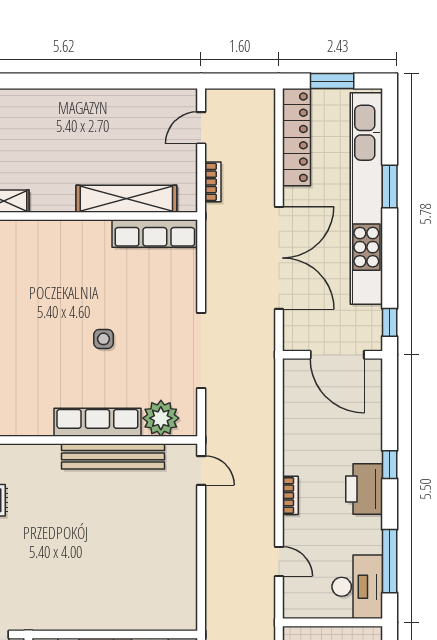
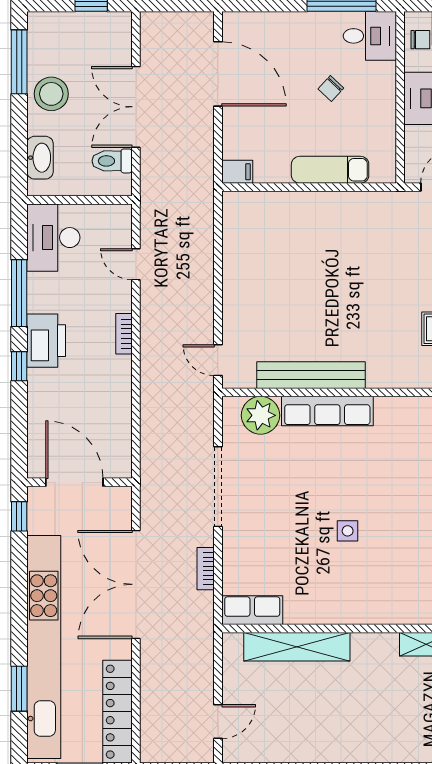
bookcase: (213, 182) -> (206, 569), moved
window: (390, 186) -> (19, 689), moved
row of seats: (155, 234) -> (252, 610), width x0.68
side table: (103, 339) -> (348, 531), moved
window: (390, 561) -> (19, 293), moved

